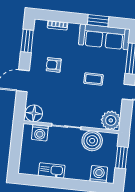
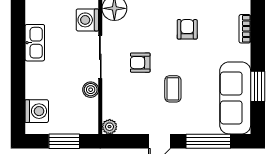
armchair: (73, 100) -> (140, 63), added
plant: (111, 120) -> (110, 127), width x0.53, depth x0.53
boiler: (92, 141) -> (91, 90), width x0.54, depth x0.54

